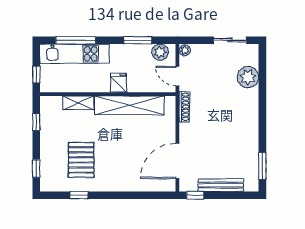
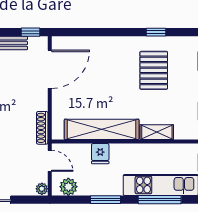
window: (138, 40) -> (106, 200), moved
fridge: (118, 83) -> (100, 154), moved

